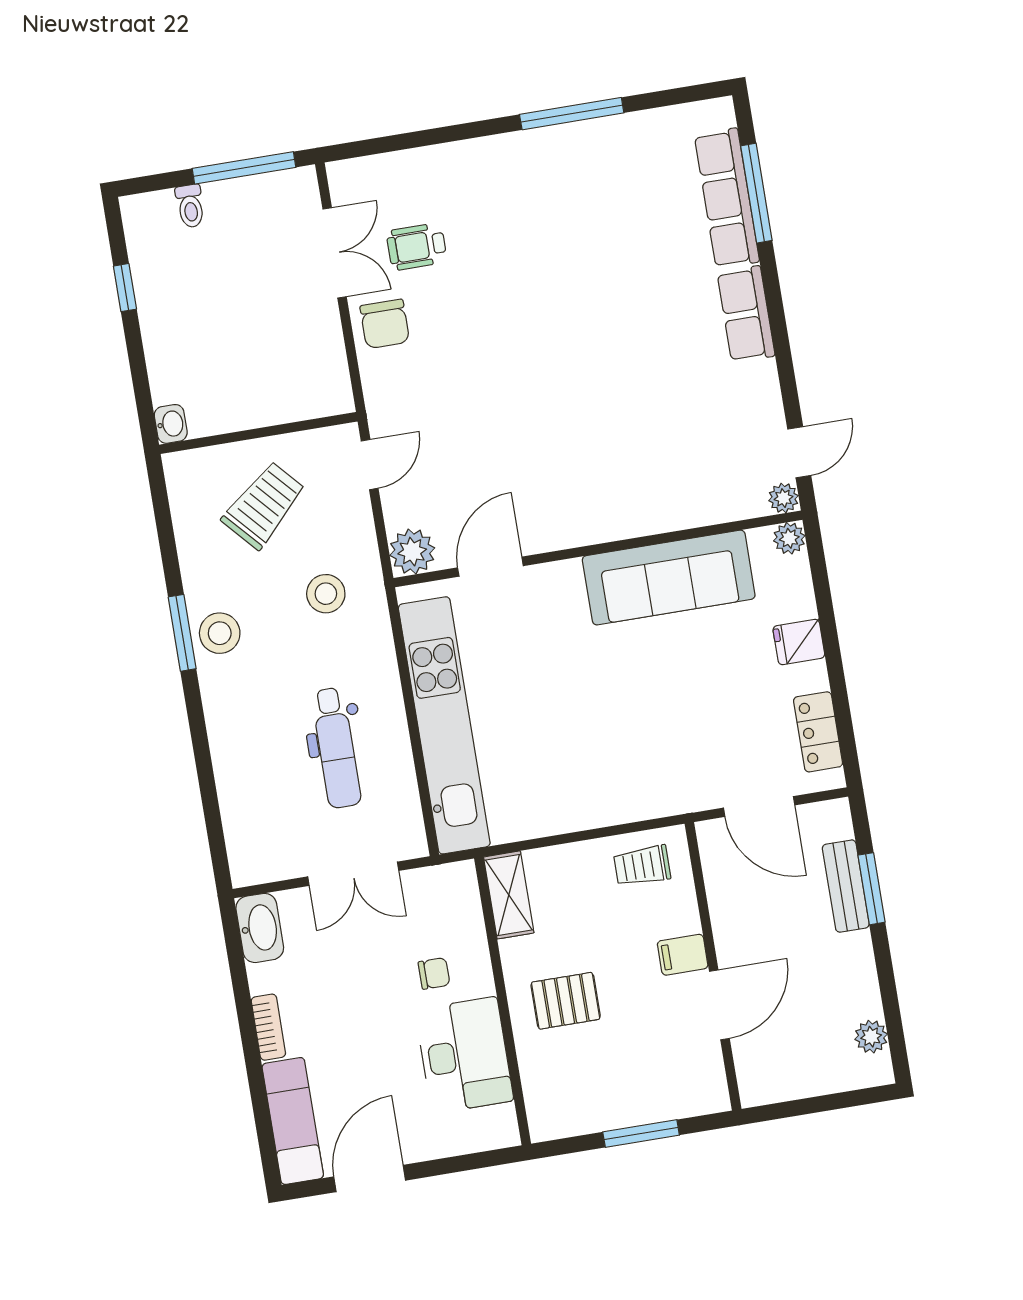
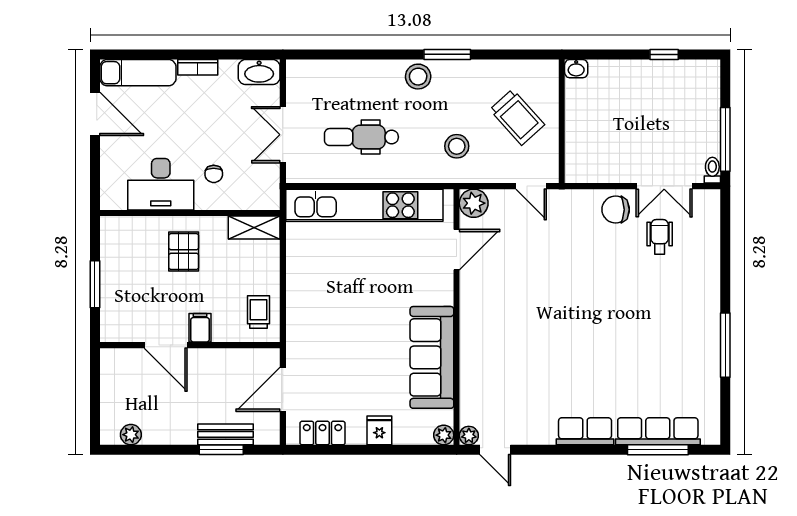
toilet: (190, 206) -> (712, 170), moved, turned 90
door: (490, 567) -> (457, 250), hinge flipped
stool: (220, 633) -> (418, 77), moved

